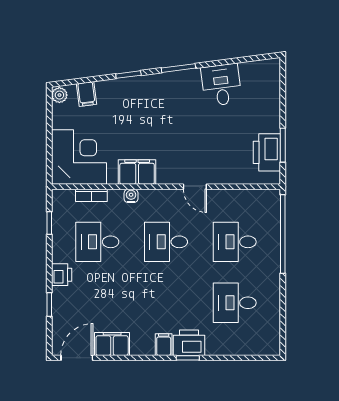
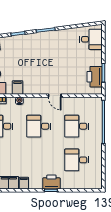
desk: (221, 85) -> (91, 39), moved, turned 97
filing cabinet: (137, 172) -> (18, 88), width x0.50
filing cabinet: (164, 345) -> (24, 183), moved

